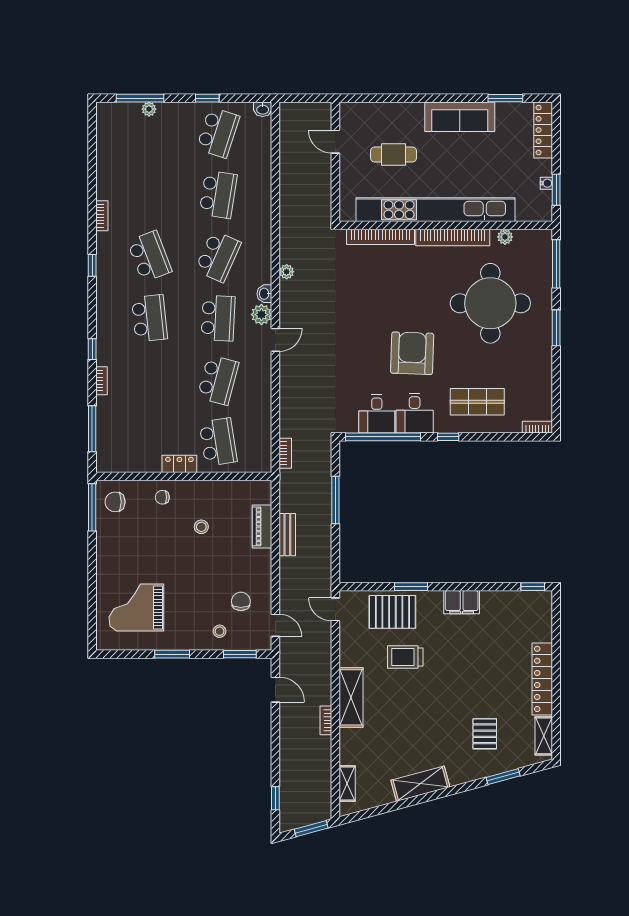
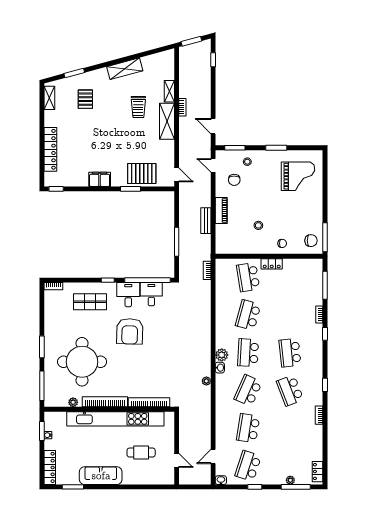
locker: (104, 123) -> (318, 472), added
door: (275, 340) -> (213, 457), moved
piano: (262, 526) -> (221, 210), moved
trolley: (405, 657) -> (138, 107), moved, turned 90
locker: (542, 679) -> (50, 149), moved
shelving: (347, 783) -> (169, 91), moved

